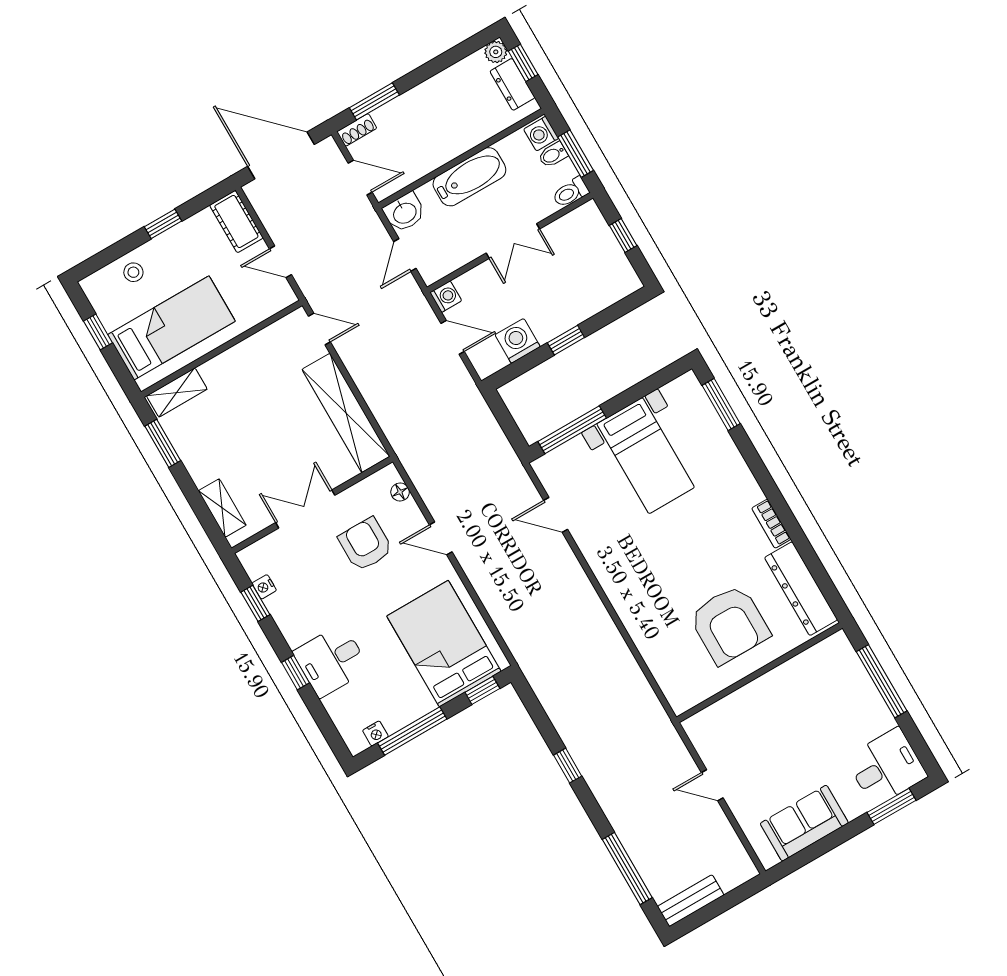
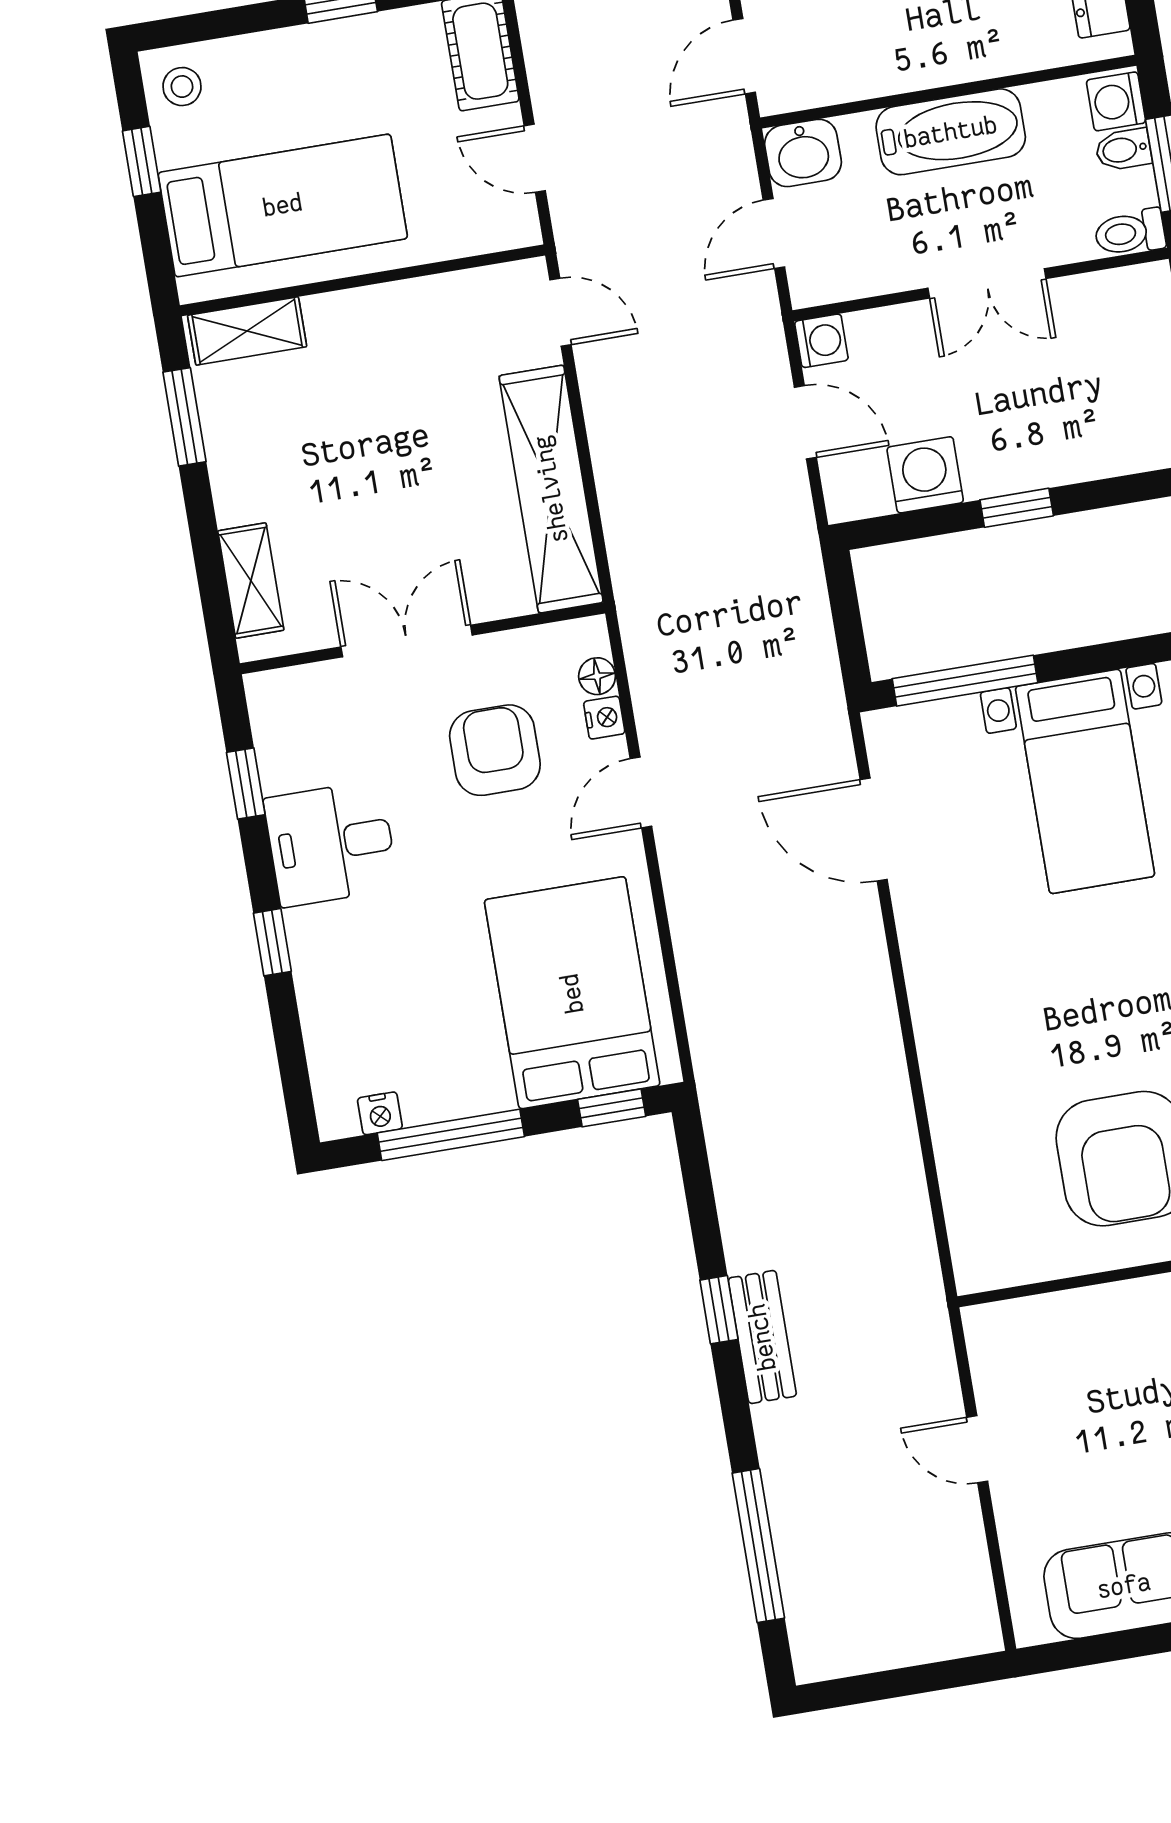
door: (360, 178) -> (744, 56), swing flipped
stool: (133, 272) -> (182, 87), moved
door: (556, 515) -> (874, 829), width x1.38
door: (441, 538) -> (641, 792), hinge flipped
nightstand: (264, 587) -> (604, 718), moved, turned 180
desk: (331, 661) -> (331, 844), moved
bench: (691, 901) -> (762, 1337), moved, turned 90

